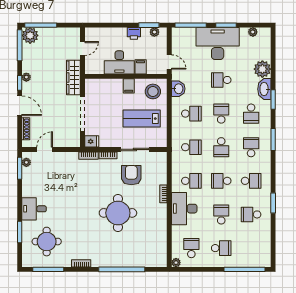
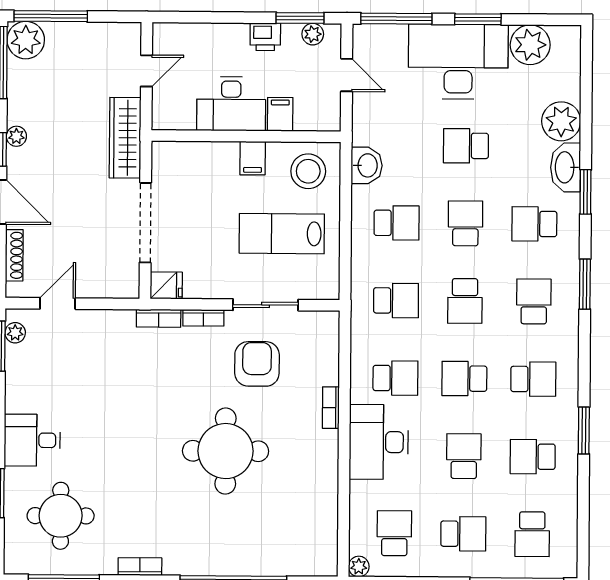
plant: (253, 32) -> (530, 45), width x1.88, depth x1.88
door: (169, 62) -> (347, 75), moved
school desk: (251, 114) -> (534, 224), turned 90
school desk: (251, 248) -> (532, 534), added

